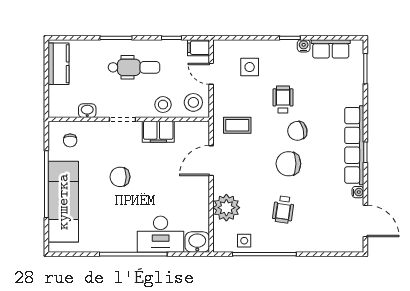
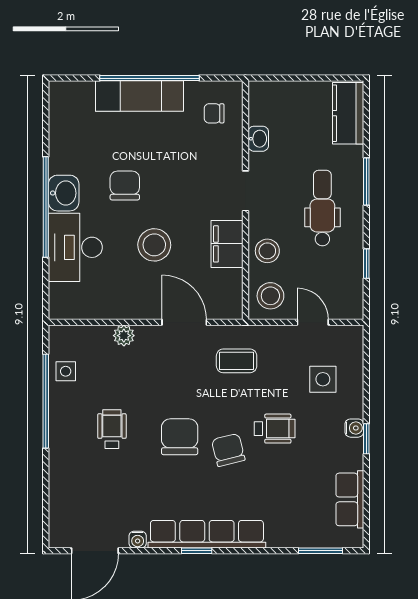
water cooler: (304, 46) -> (354, 428), moved
filing cabinet: (198, 48) -> (351, 303), removed
kitchen counter: (58, 64) -> (348, 113), moved, turned 90
dental chair: (134, 67) -> (322, 208), turned 180
door: (211, 74) -> (313, 322), hinge flipped
coffee table: (237, 125) -> (237, 361), turned 90
chair: (120, 177) -> (125, 185), moved
stool: (159, 181) -> (154, 245), added
exam couch: (63, 202) -> (139, 96), width x0.73, depth x0.69
plant: (226, 208) -> (124, 336), width x0.53, depth x0.53
wheelchair: (283, 209) -> (112, 429), turned 82
washbasin: (197, 242) -> (64, 193), moved

